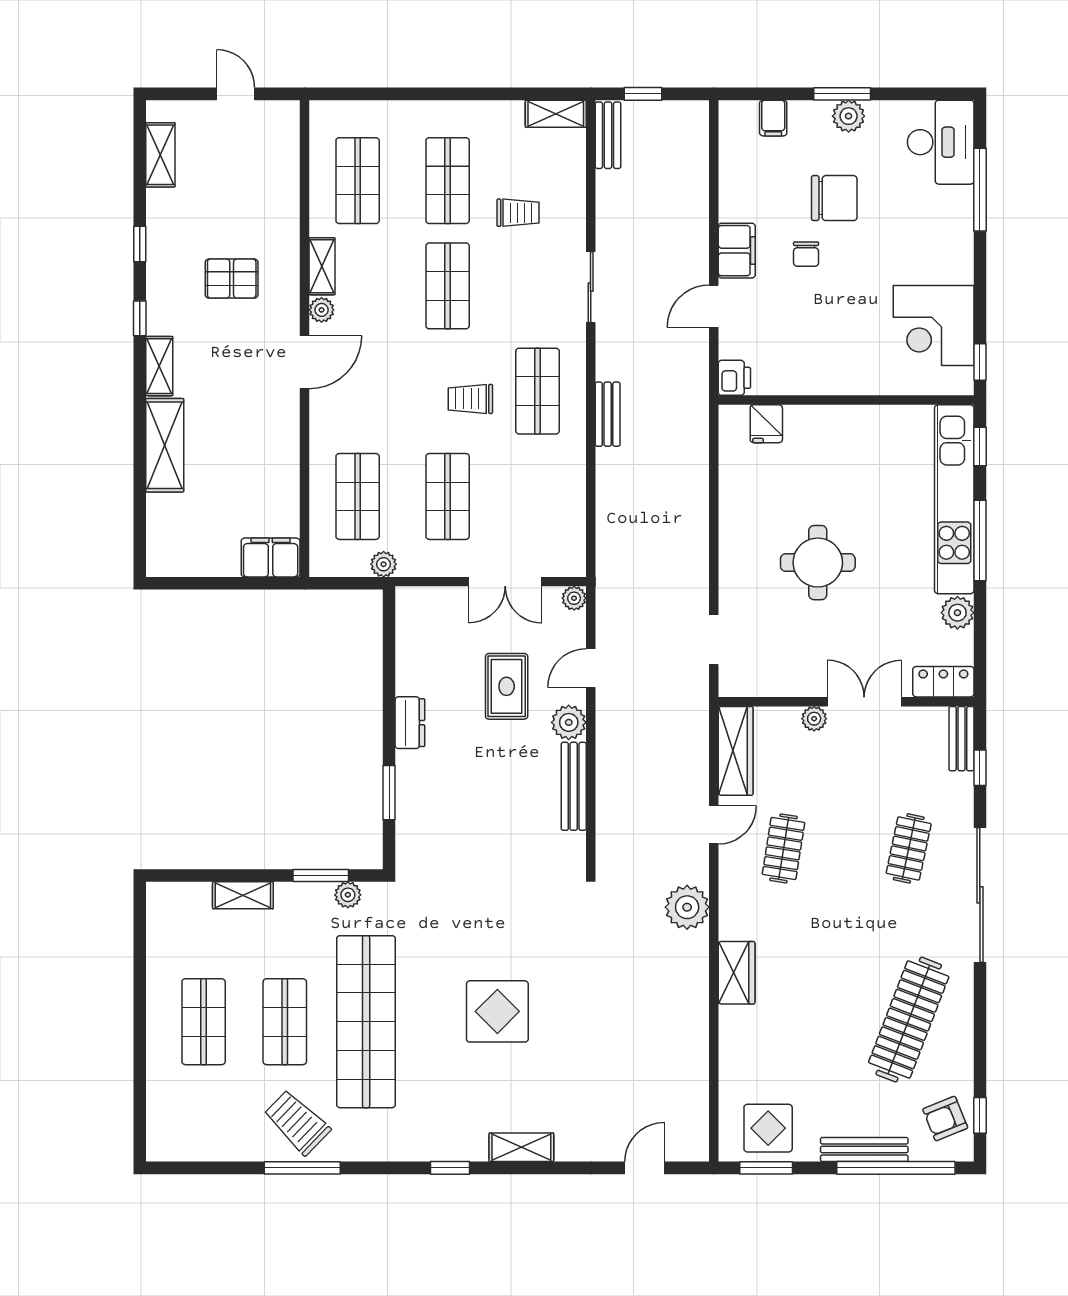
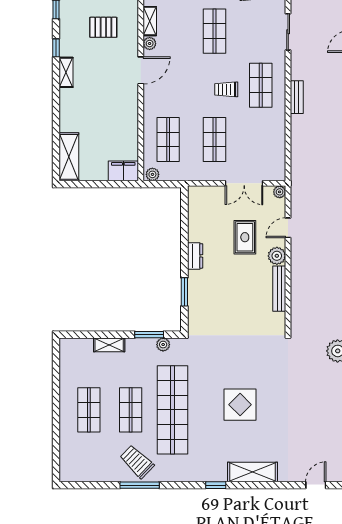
shelving: (165, 445) -> (69, 157), moved
plant: (384, 564) -> (152, 174), moved
shelving: (521, 1147) -> (252, 472), width x1.50, depth x1.33

